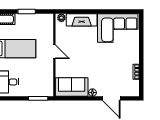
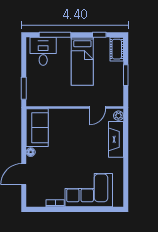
corner sofa: (118, 28) -> (89, 190), moved, turned 90
door: (54, 52) -> (97, 107), moved

